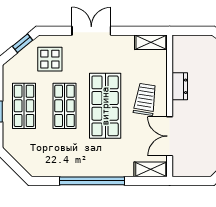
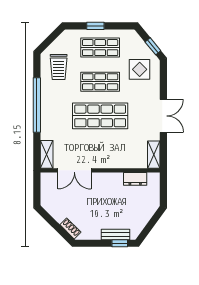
double door: (91, 31) -> (163, 116), moved
dresser: (180, 86) -> (135, 179), moved
trolley: (145, 99) -> (59, 67), moved, turned 81
double door: (170, 136) -> (74, 170), swing flipped

